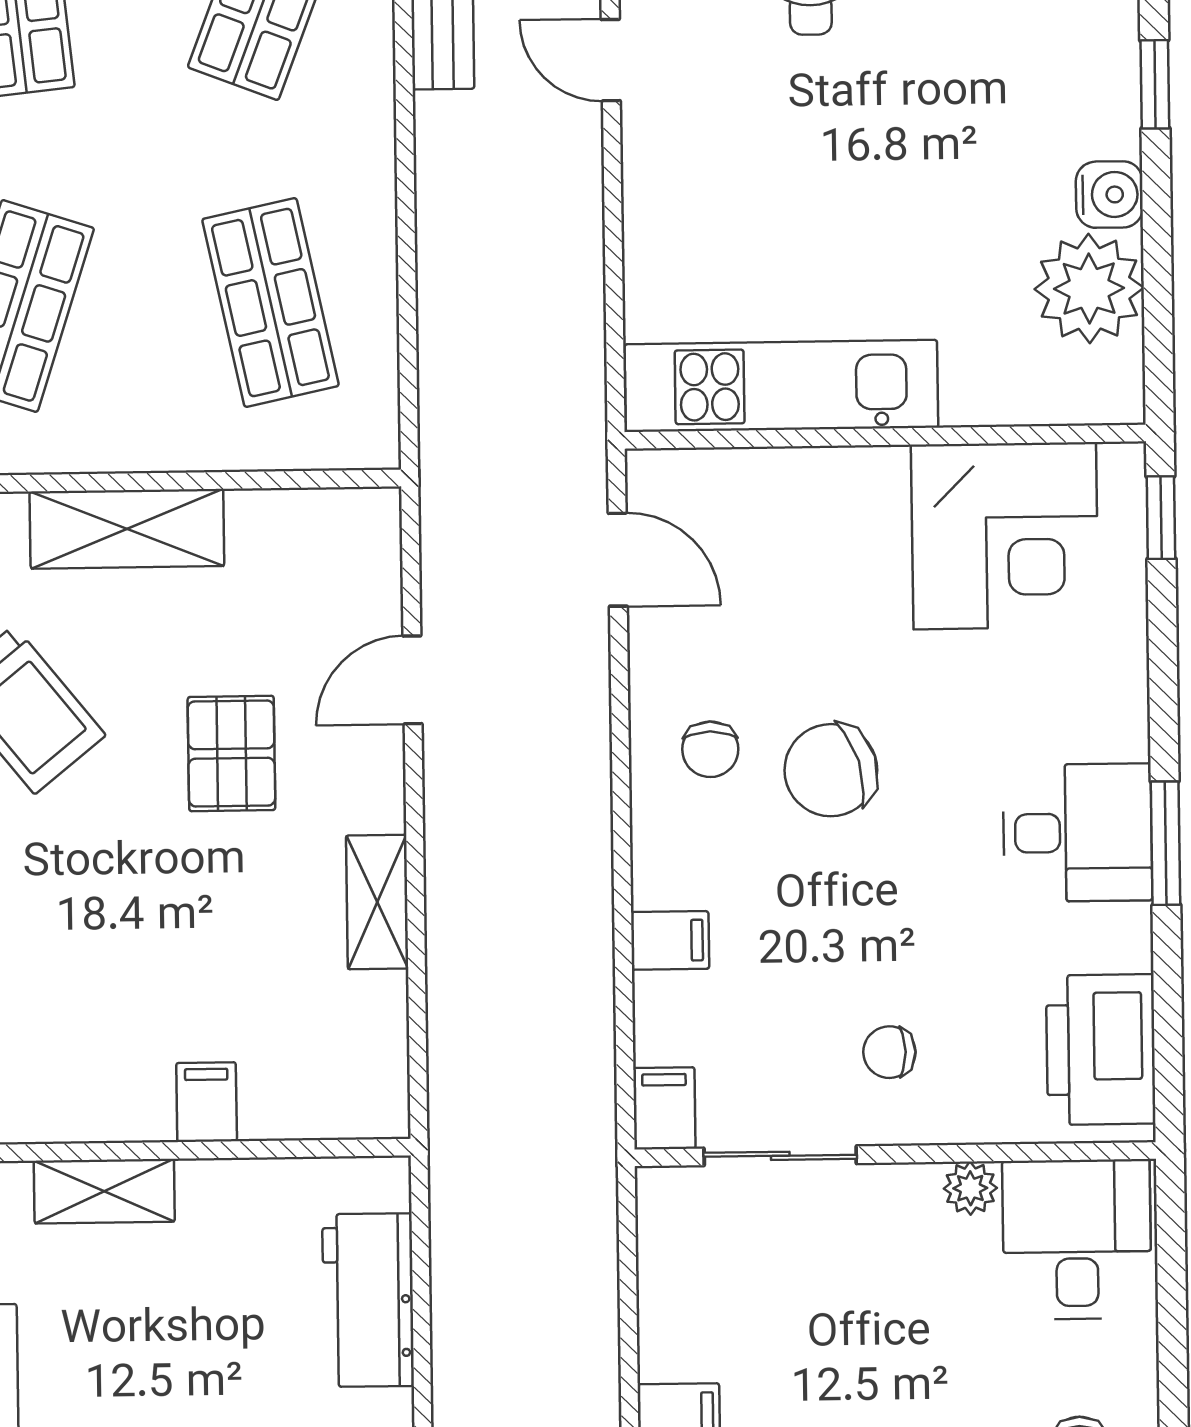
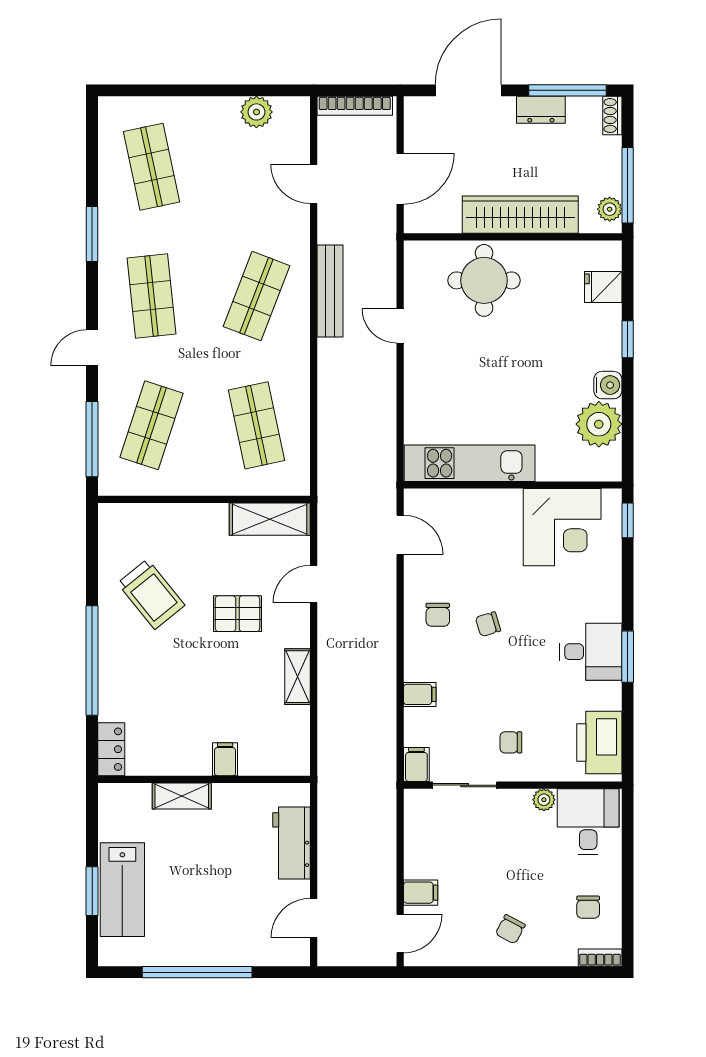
shelving: (127, 529) -> (270, 519), moved
pallet: (231, 753) -> (237, 614), turned 90
chair: (831, 770) -> (488, 624), width x0.54, depth x0.54

